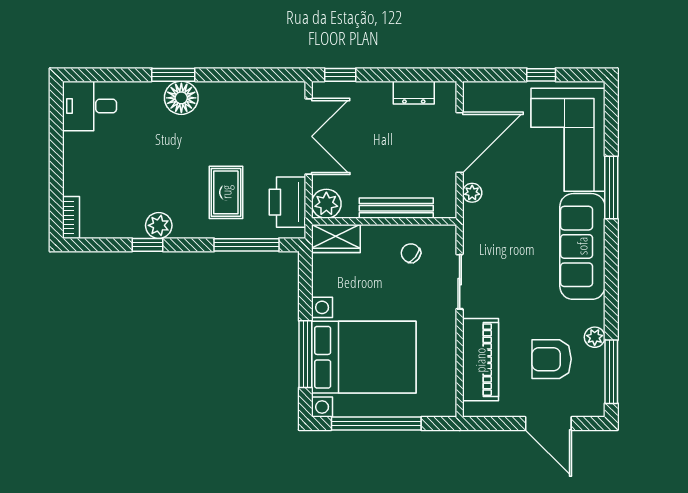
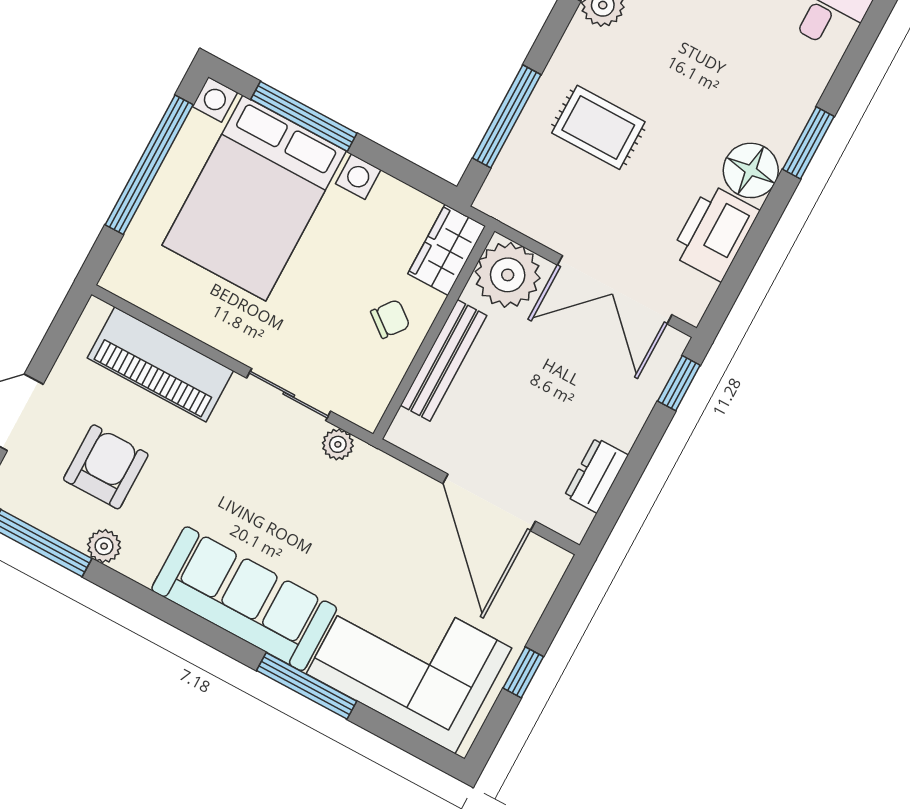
floor lamp: (181, 98) -> (751, 170), moved
plant: (472, 193) -> (338, 444), moved
printer: (288, 202) -> (715, 233), moved, turned -90
plant: (326, 204) -> (508, 275), width x1.36, depth x1.36
chair: (411, 253) -> (390, 319), moved

